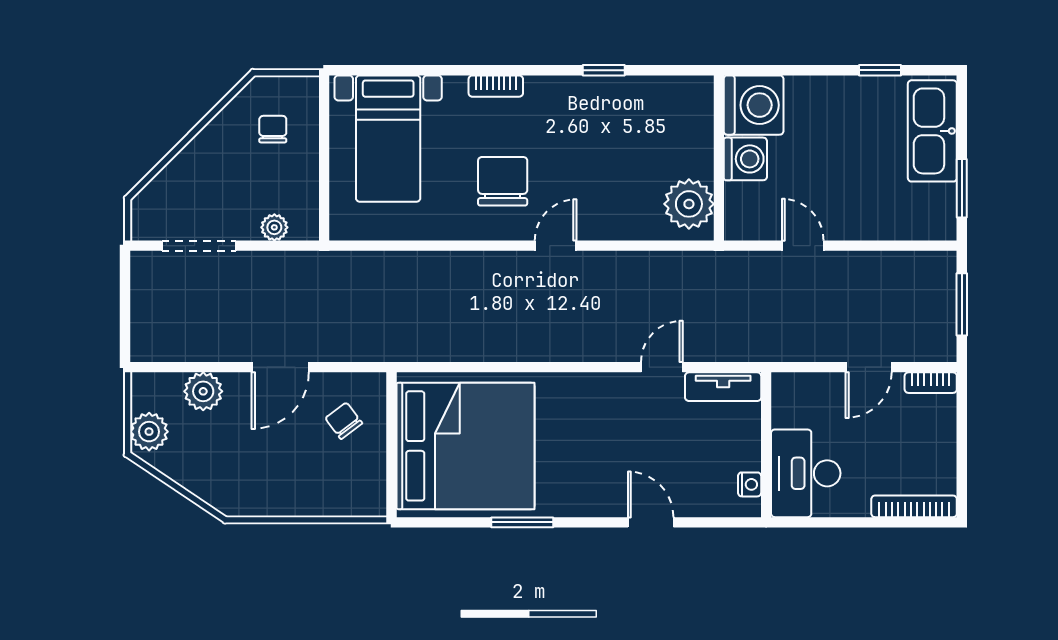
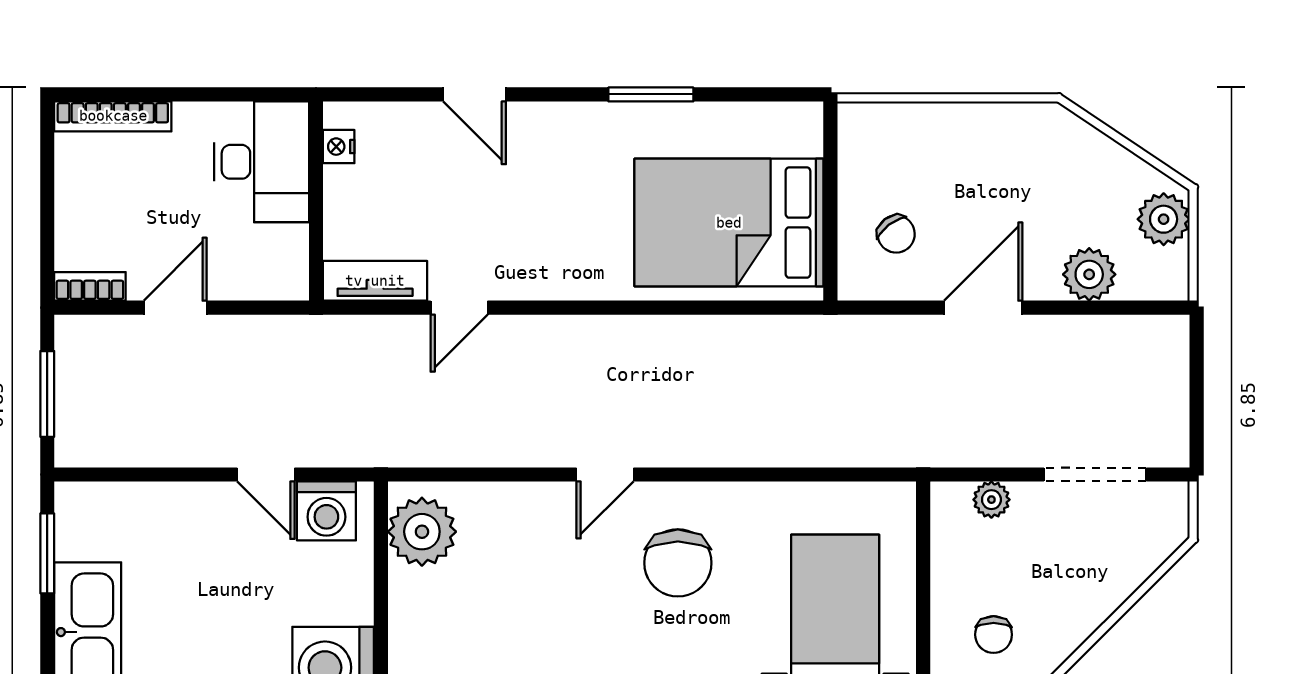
washing machine: (745, 159) -> (326, 511), moved, turned -90
bed: (465, 446) -> (729, 223), width x0.73

